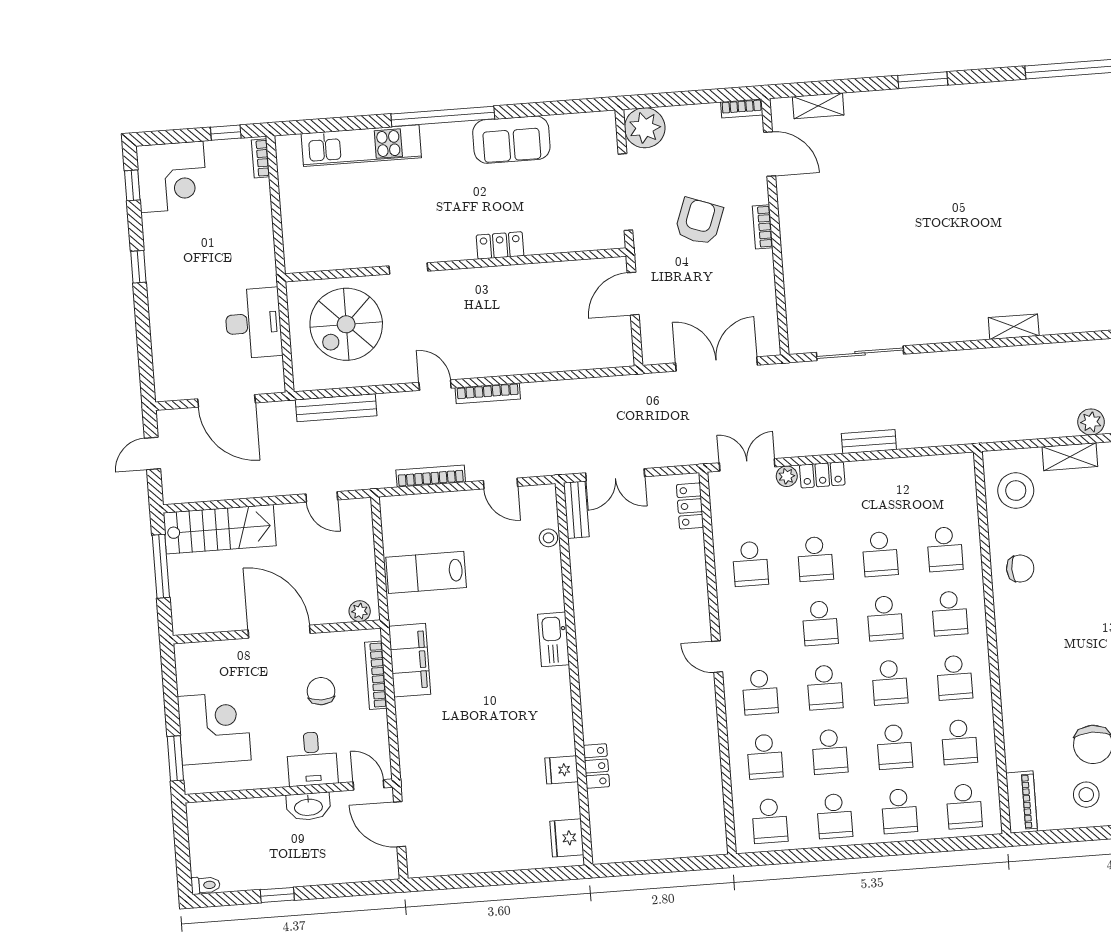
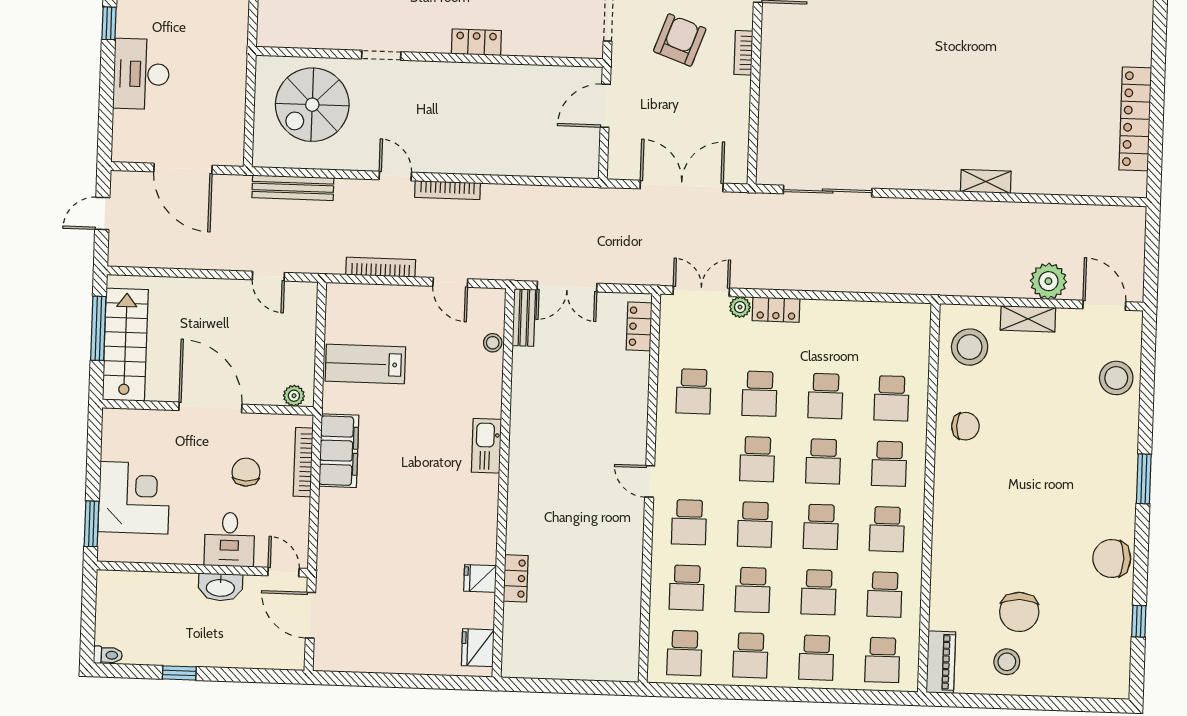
desk: (253, 323) -> (141, 74), moved, turned 180
plant: (1091, 422) -> (1048, 281), width x1.36, depth x1.36
bench: (869, 442) -> (827, 281), removed
stairs: (220, 529) -> (125, 345), moved, turned -90

